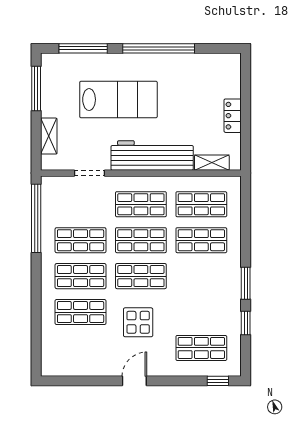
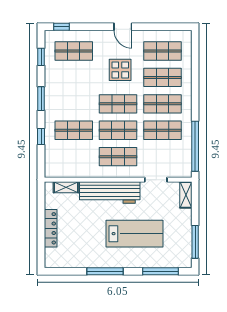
window: (159, 48) -> (105, 271), width x0.68
lab bench: (118, 100) -> (135, 234), turned 180
locker: (233, 116) -> (51, 228), width x1.53
shelving: (49, 136) -> (186, 195), moved
shop shelf: (201, 204) -> (162, 51), moved
window: (246, 232) -> (41, 136), added
window: (246, 323) -> (41, 57), moved
door: (134, 381) -> (123, 27), hinge flipped

